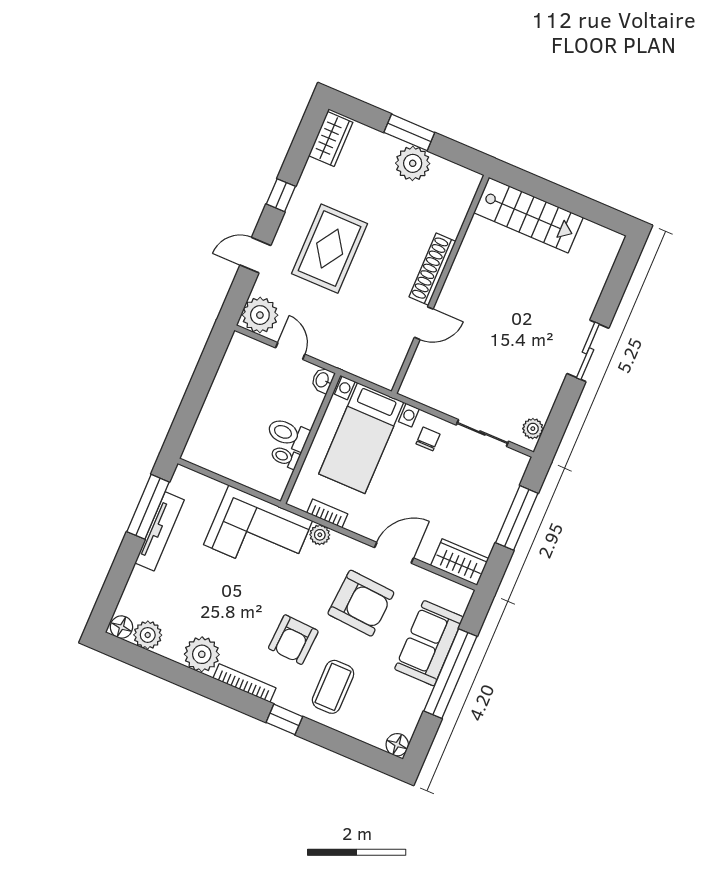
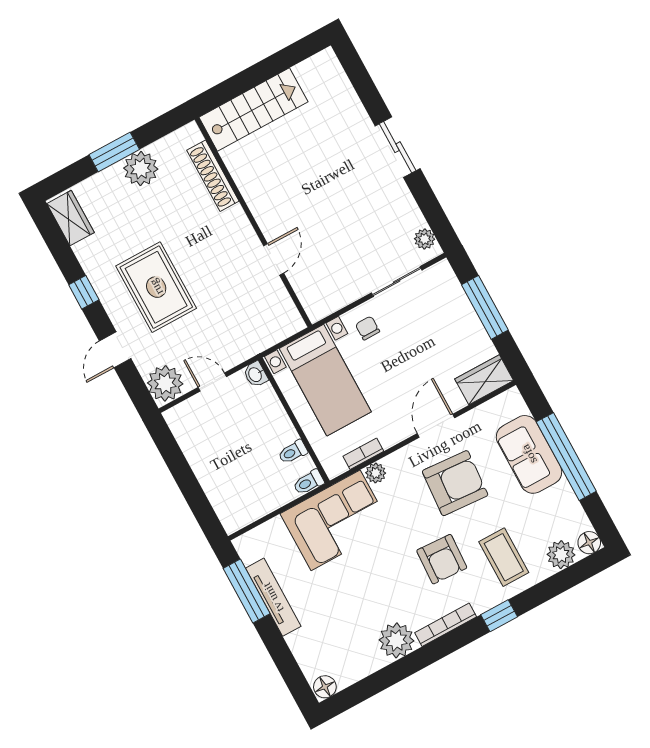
shoe rack: (432, 269) -> (213, 176), moved
toilet: (288, 434) -> (309, 482), moved, width x0.73, depth x0.72
plant: (148, 635) -> (561, 555), moved

